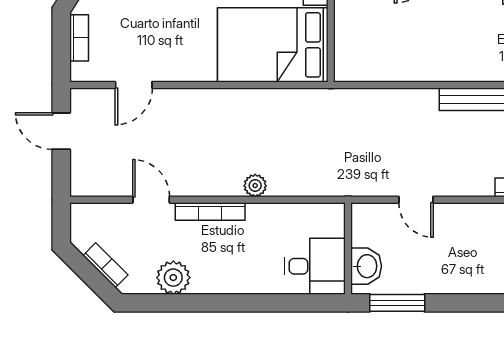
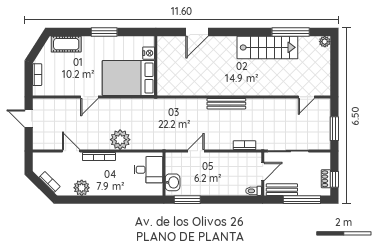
door: (134, 85) -> (89, 97), moved
plant: (255, 186) -> (120, 140), width x1.88, depth x1.88
door: (416, 200) -> (196, 151), swing flipped
desk: (315, 266) -> (148, 170), moved

